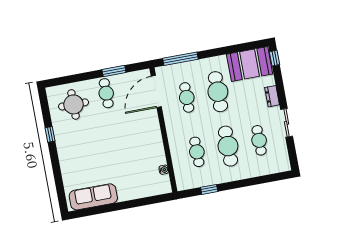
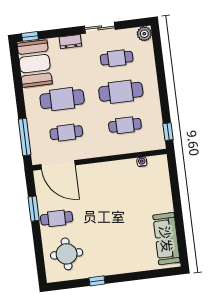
plant: (284, 165) -> (144, 34), added
window: (209, 189) -> (168, 132), moved

